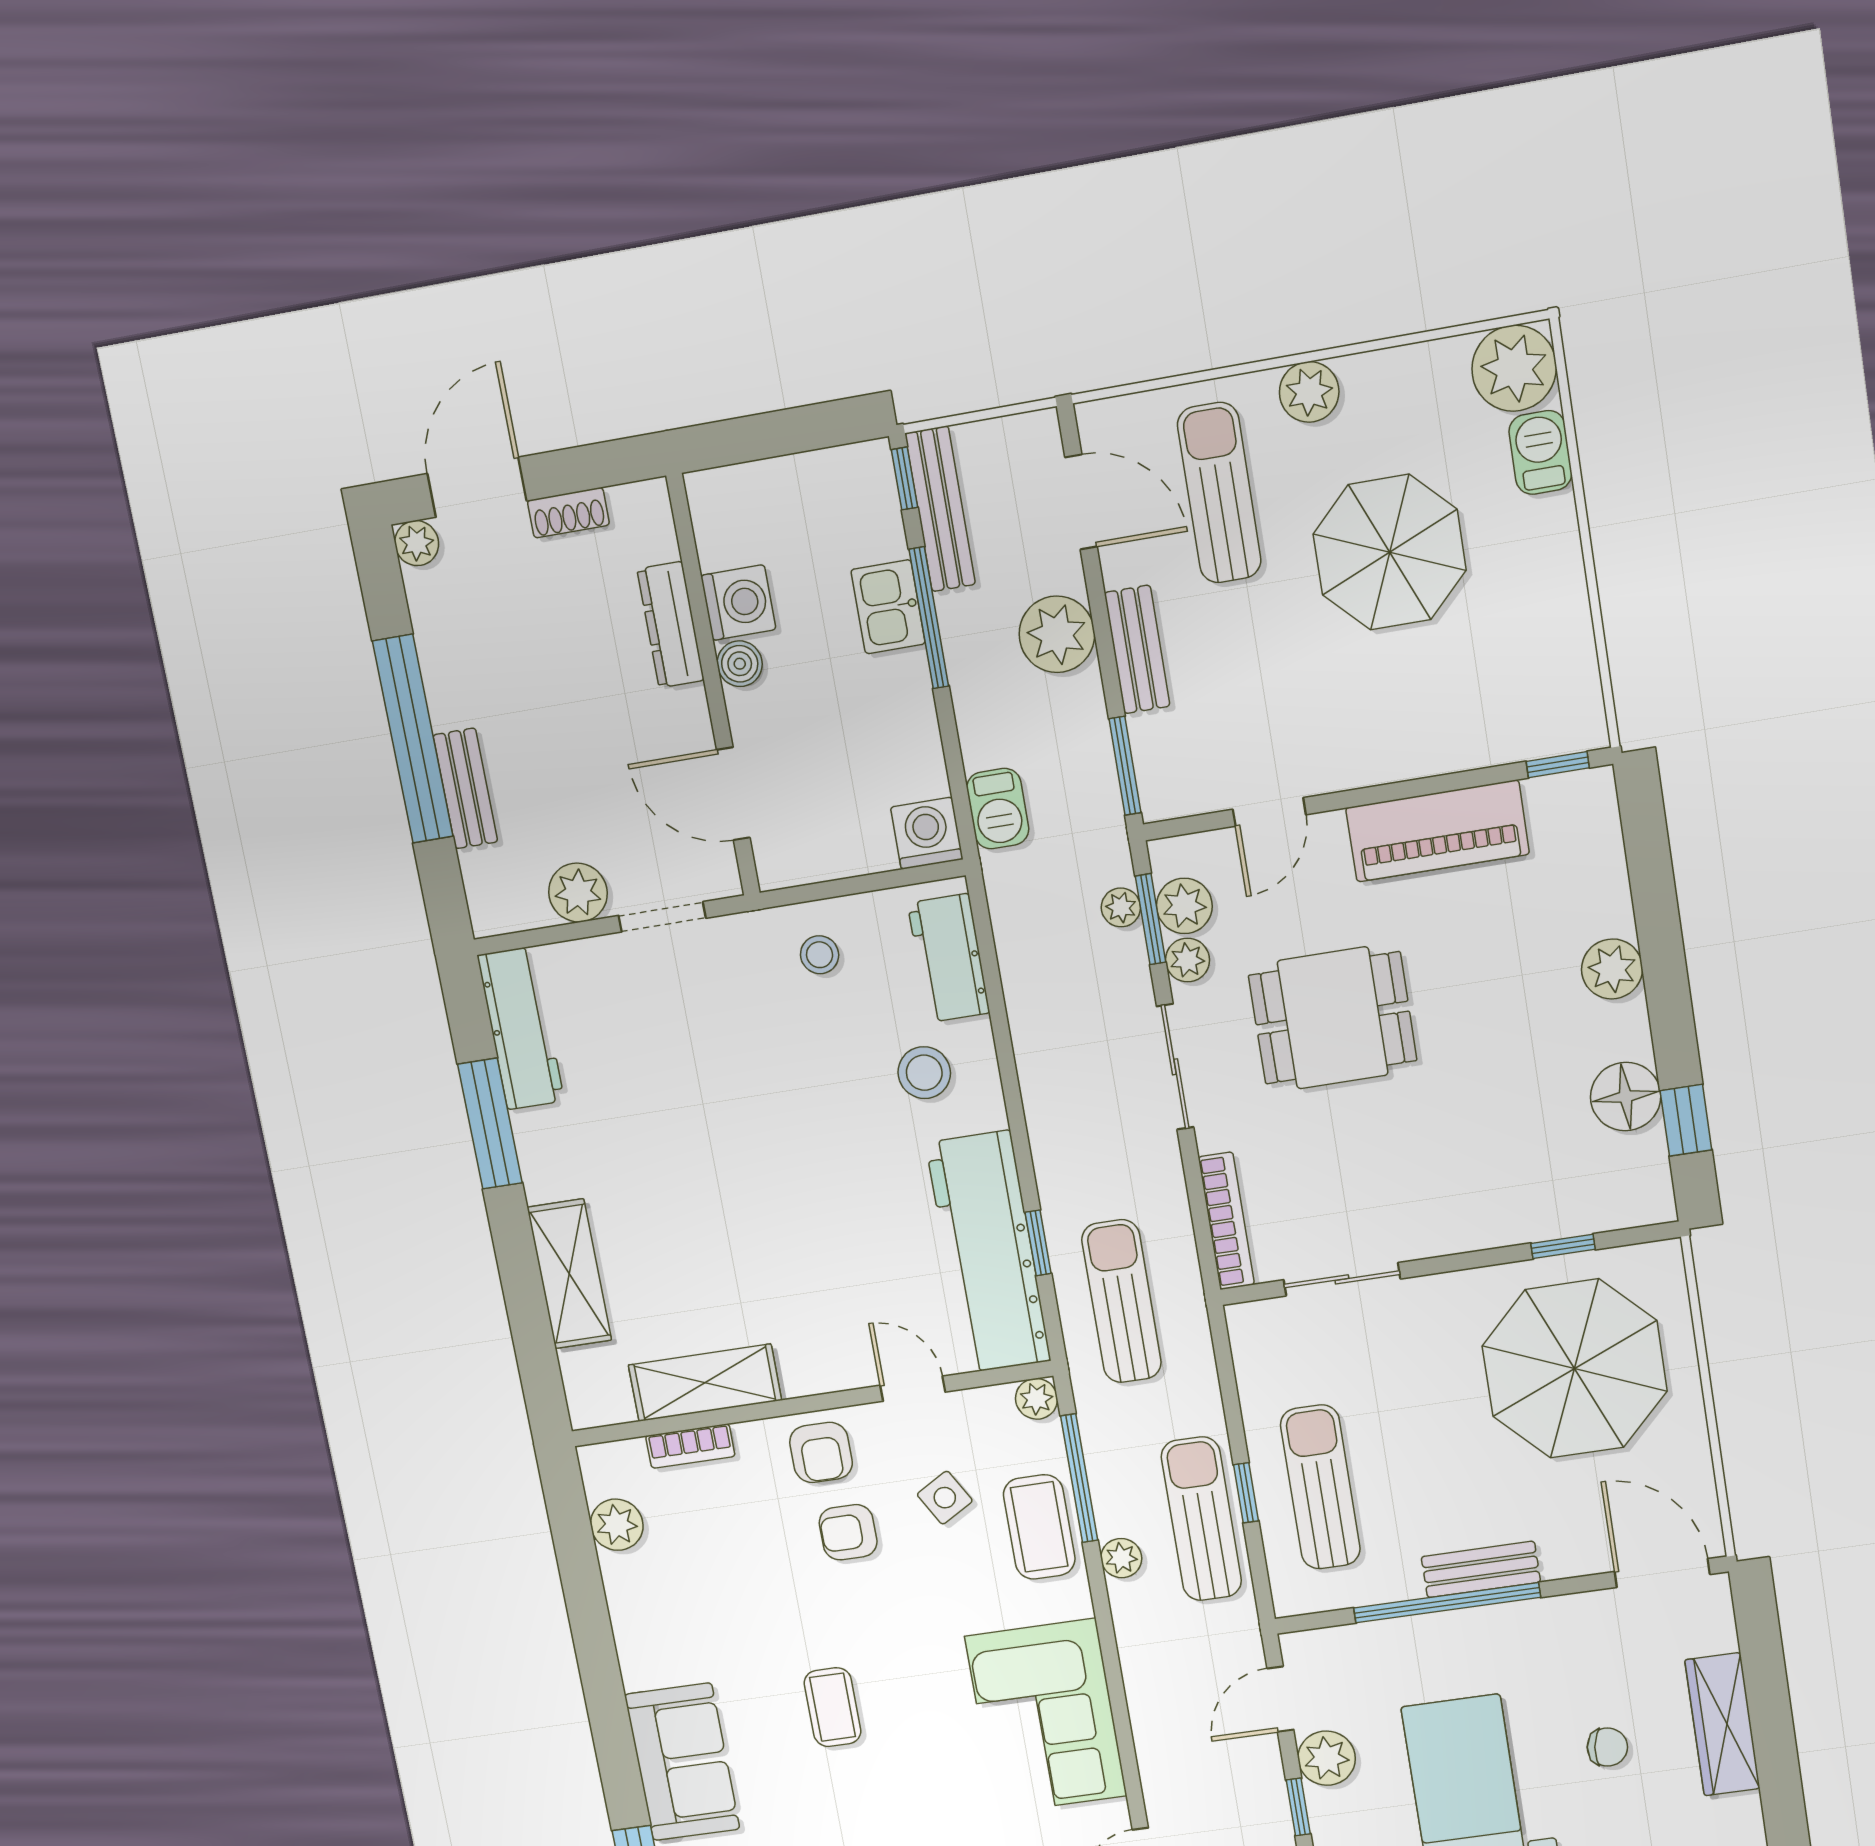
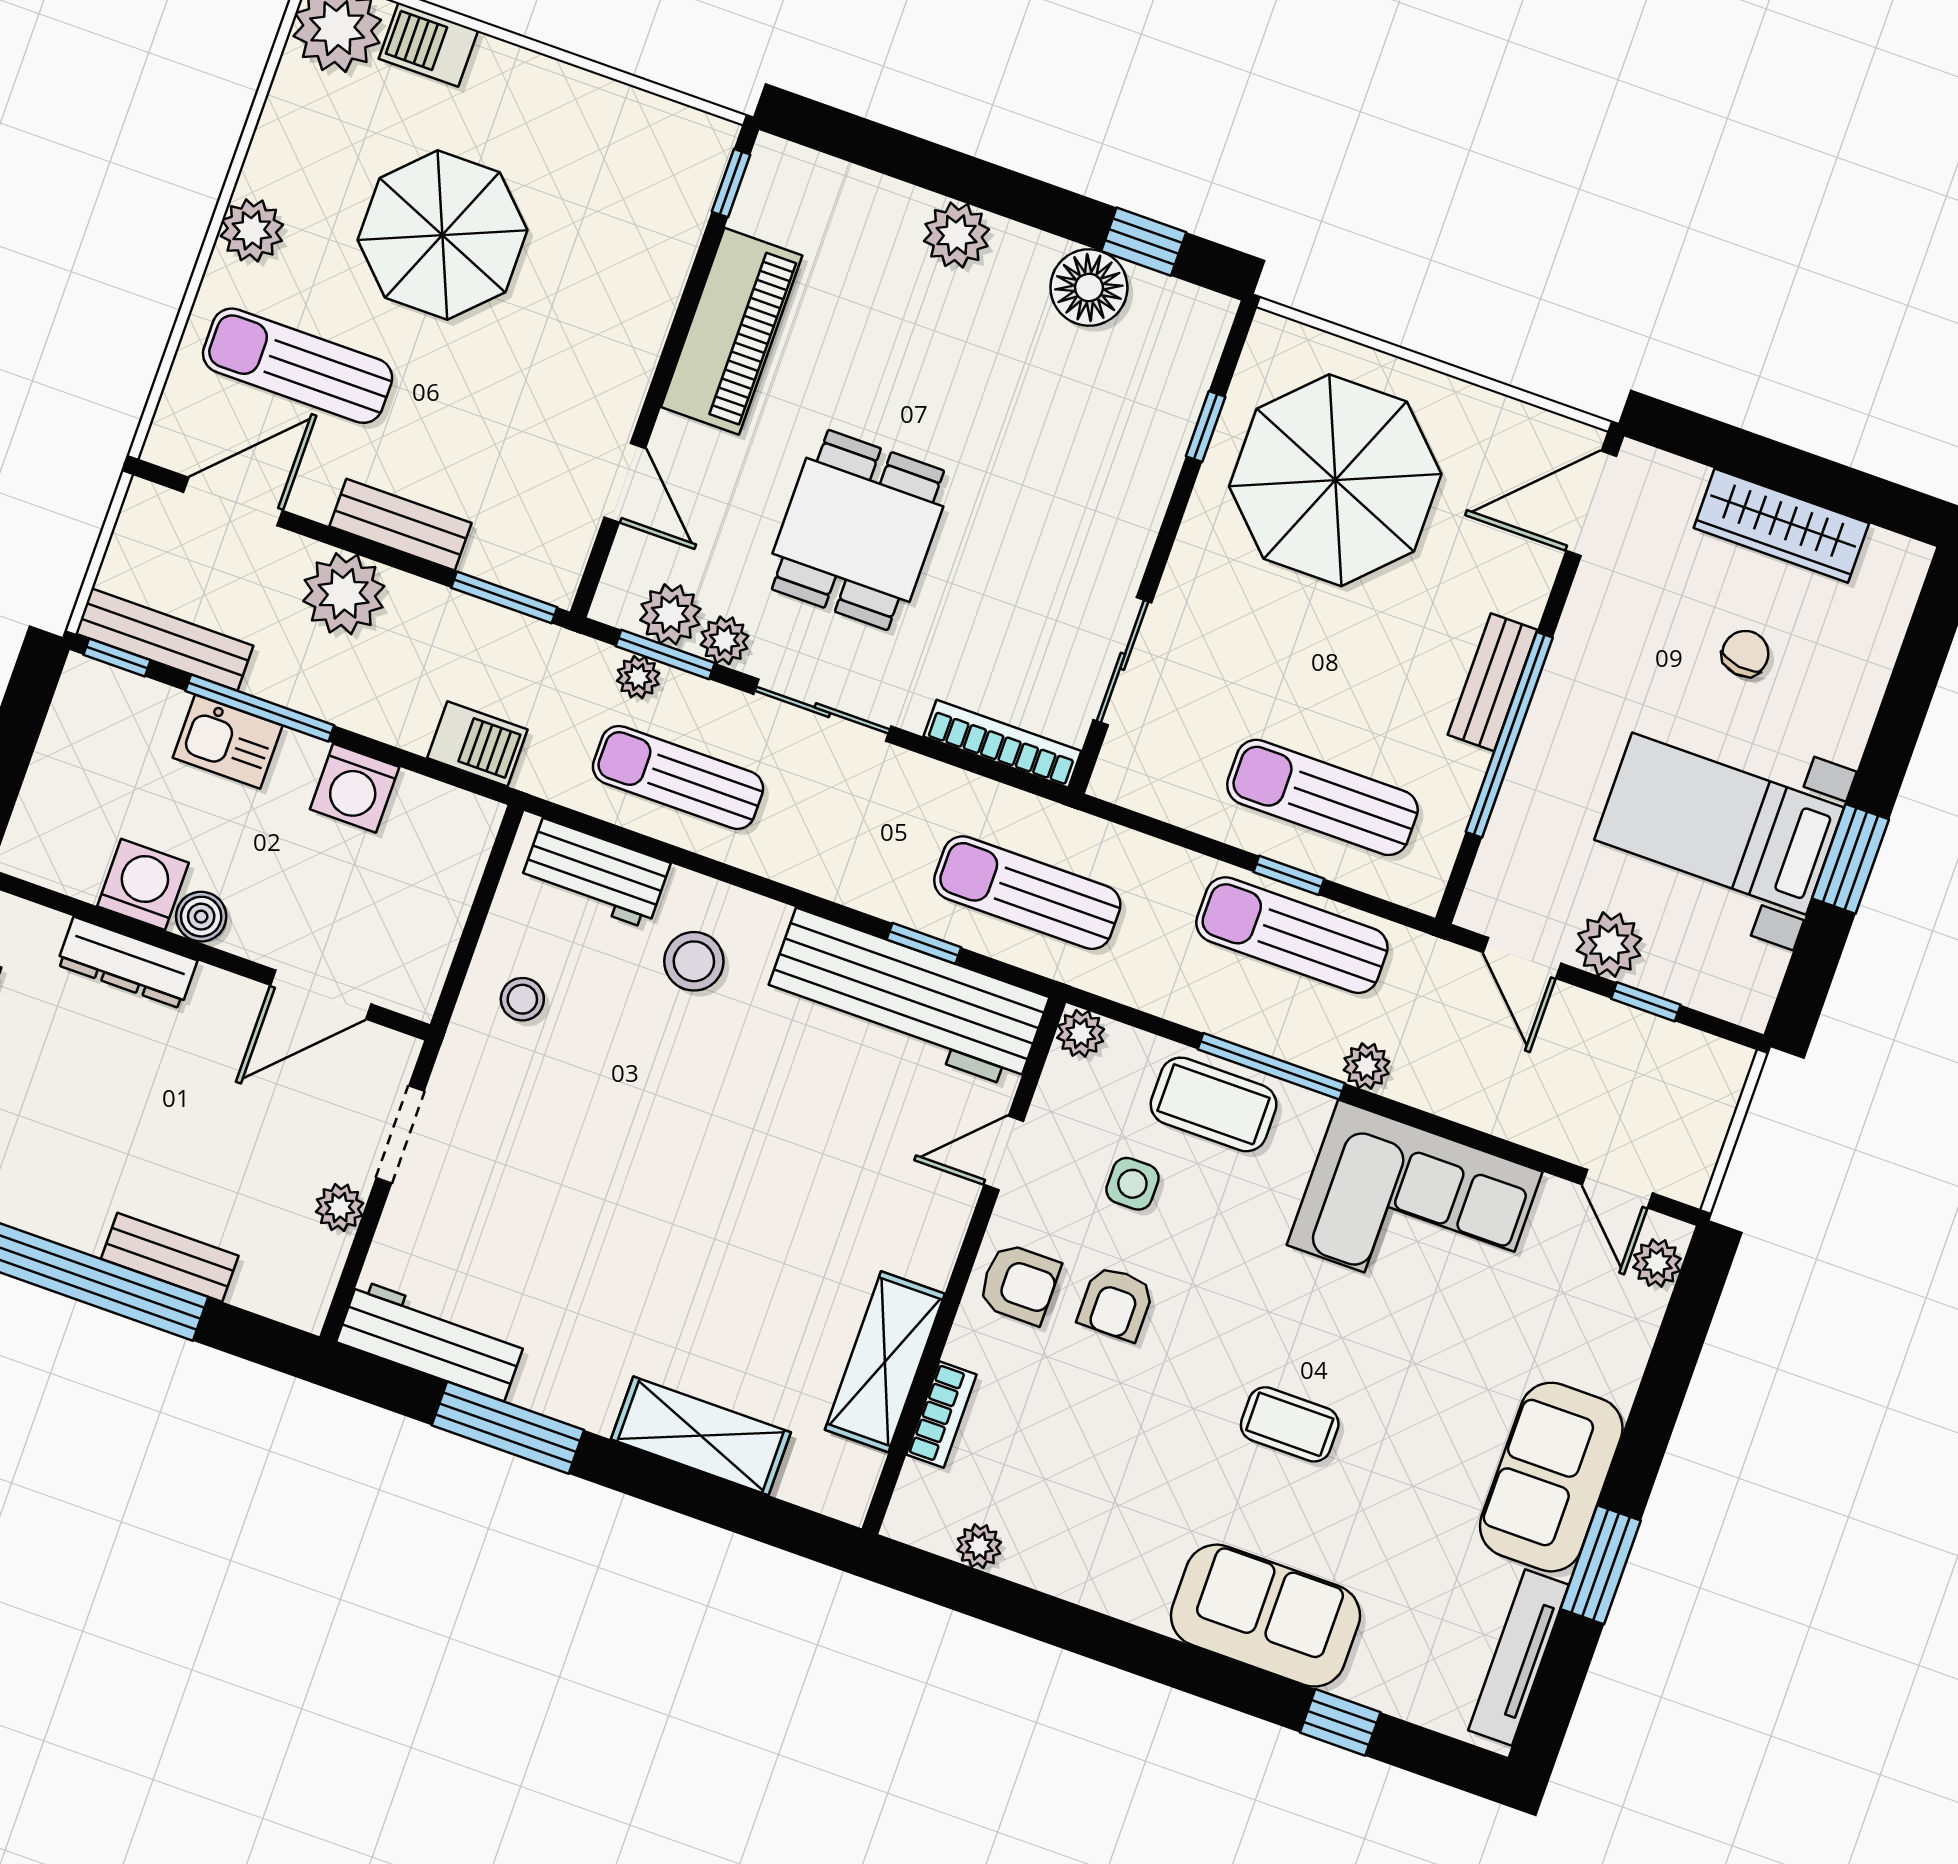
washing machine: (927, 833) -> (355, 788), moved, turned -90
plant: (578, 893) -> (340, 1207), width x0.73, depth x0.73
sun lounger: (1060, 982) -> (678, 777), added
window: (1079, 1478) -> (1271, 1066), moved
side table: (945, 1498) -> (1132, 1184), turned 30
plant: (617, 1525) -> (979, 1546), width x0.73, depth x0.73
plant: (1121, 1558) -> (1367, 1066), moved

